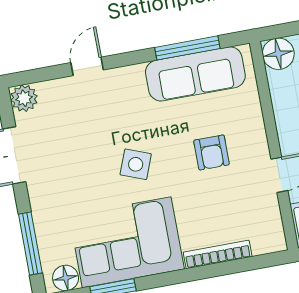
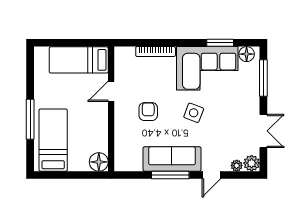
window: (187, 48) -> (170, 175), moved
sofa: (195, 74) -> (172, 159), moved
plant: (48, 90) -> (237, 166), added

